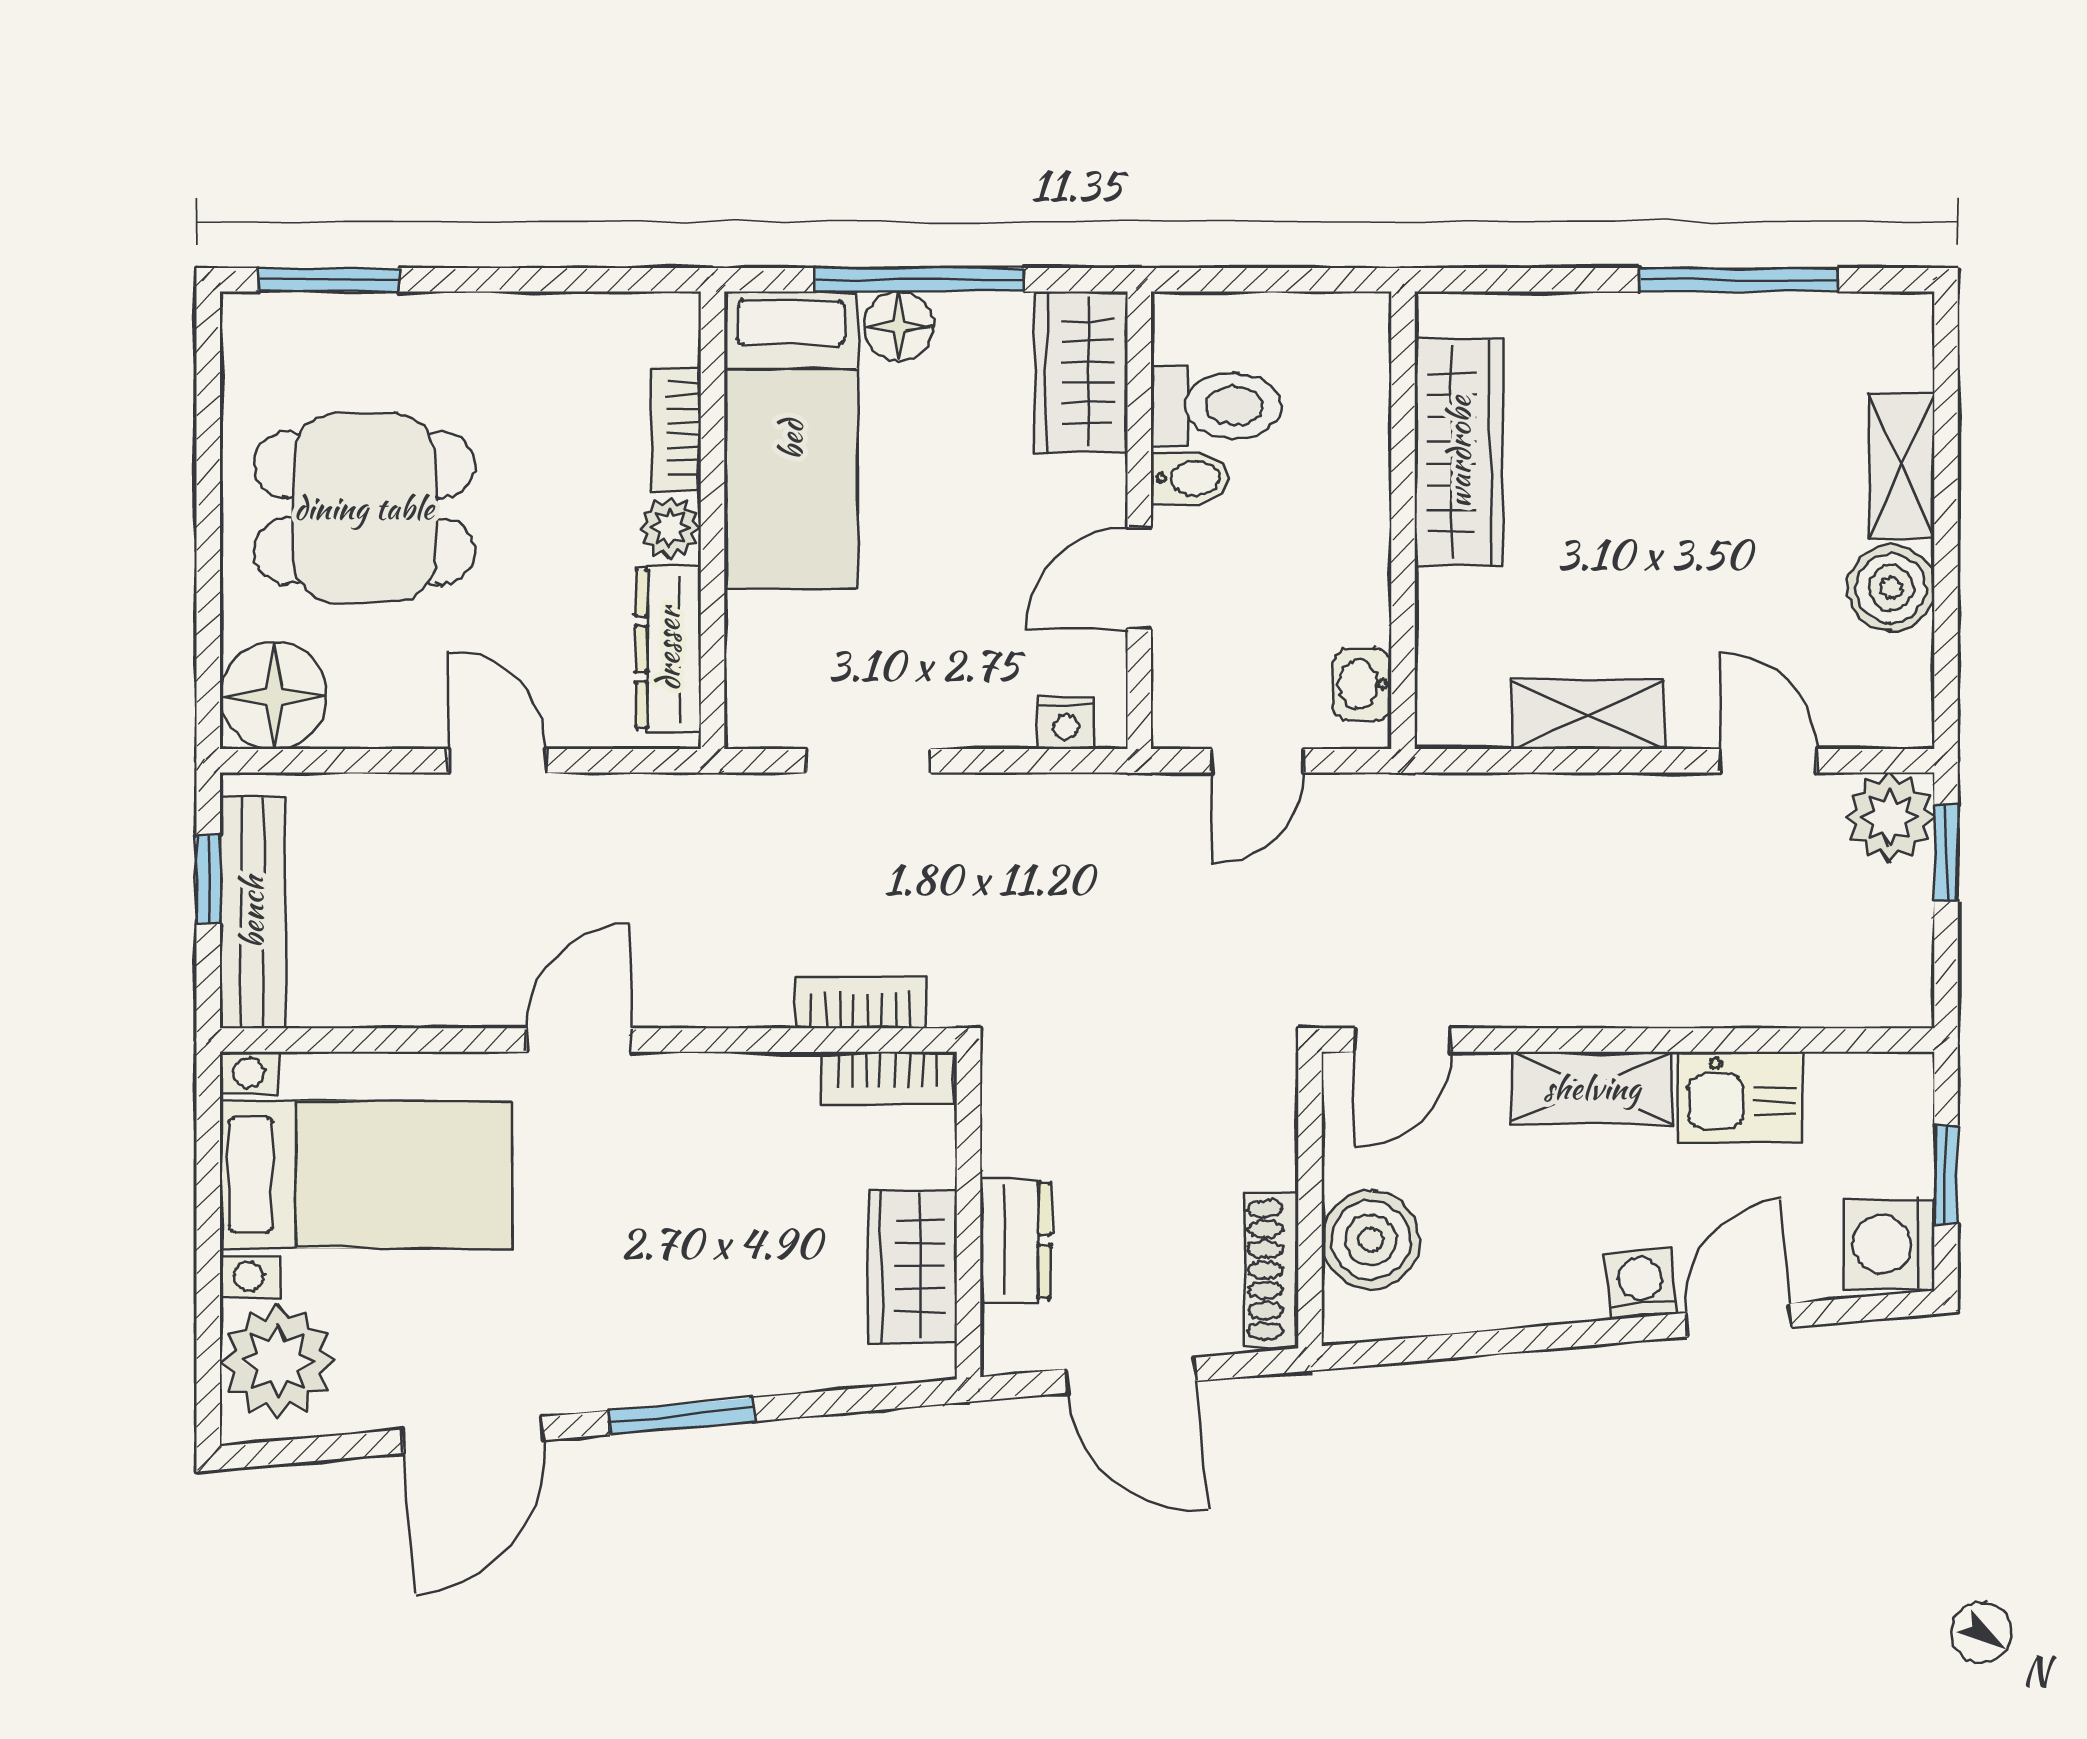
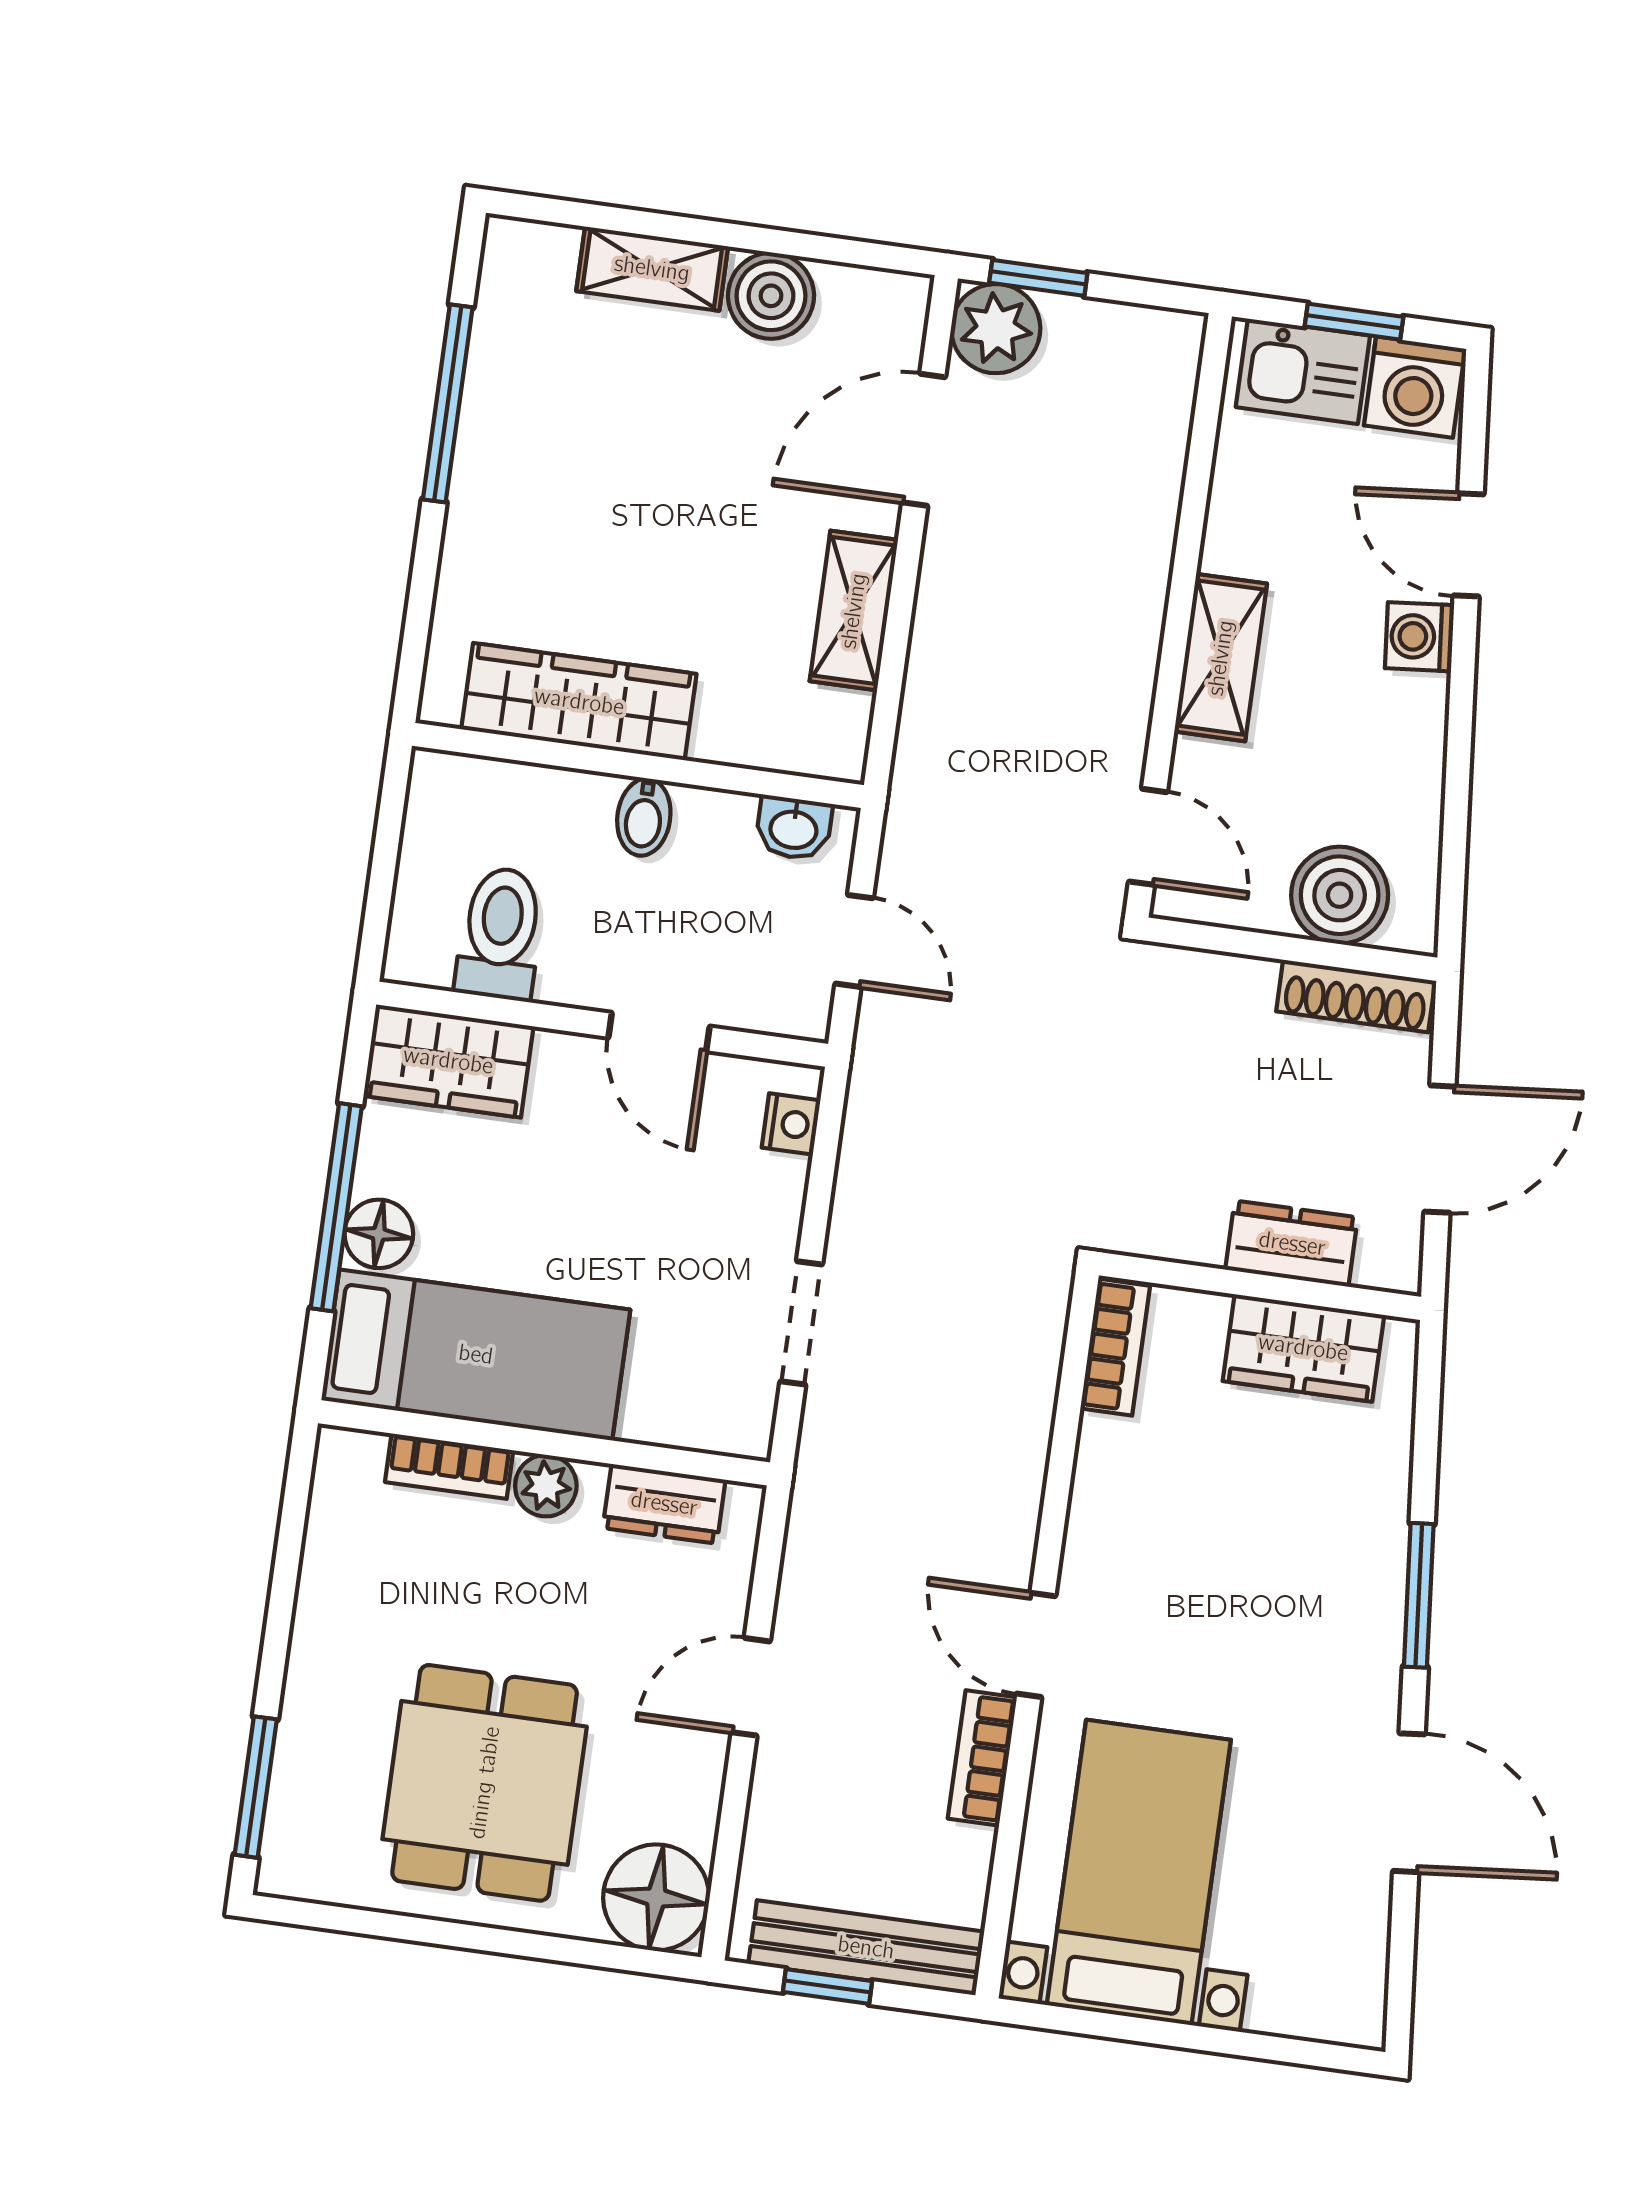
bidet: (1190, 478) -> (644, 817), moved, turned 180
dresser: (668, 649) -> (664, 1504), width x0.70
door: (1768, 761) -> (924, 440), width x1.38
bookcase: (861, 1002) -> (982, 1758), moved
kitchen sink: (1741, 1097) -> (1303, 371), moved, turned 90
plant: (278, 1361) -> (1310, 1984), removed

